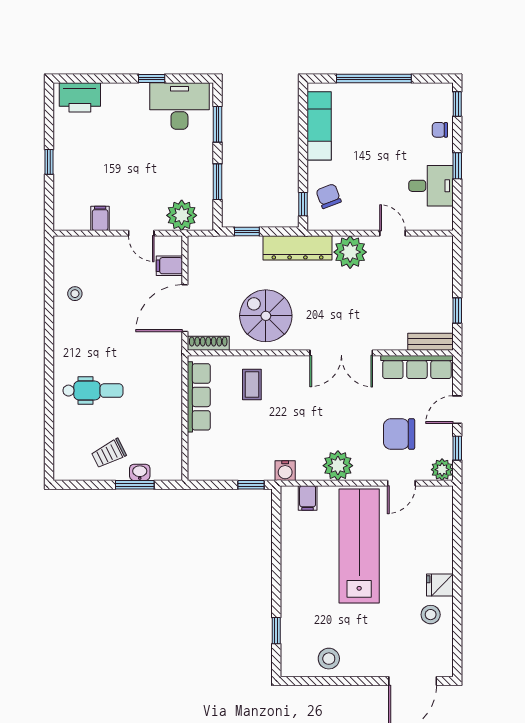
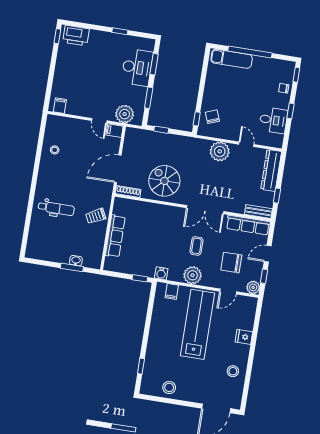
desk: (179, 106) -> (137, 67), moved, turned 90
exam couch: (319, 126) -> (232, 59), moved, turned 90
window: (49, 162) -> (57, 36), moved
filing cabinet: (100, 218) -> (60, 106), moved
dresser: (298, 248) -> (271, 170), moved, turned 90
filing cabinet: (169, 266) -> (115, 131), moved
coffee table: (252, 384) -> (196, 246), moved
row of seats: (199, 397) -> (115, 236), moved
trolley: (109, 453) -> (96, 216), moved
fridge: (440, 585) -> (244, 337), moved

